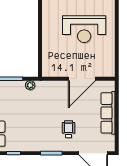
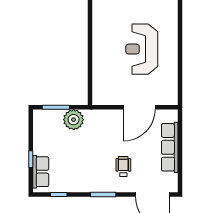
reception desk: (84, 29) -> (142, 49), turned 90
plant: (30, 85) -> (74, 120), width x1.88, depth x1.88

